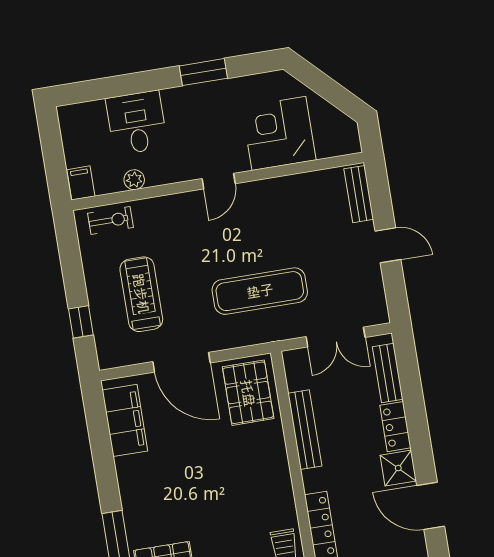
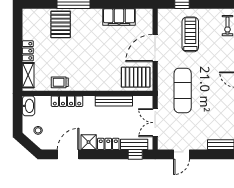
door: (388, 245) -> (181, 154), moved
treadmill: (141, 294) -> (190, 34), turned -90
window: (408, 367) -> (135, 154), added
filing cabinet: (125, 420) -> (119, 17), moved

